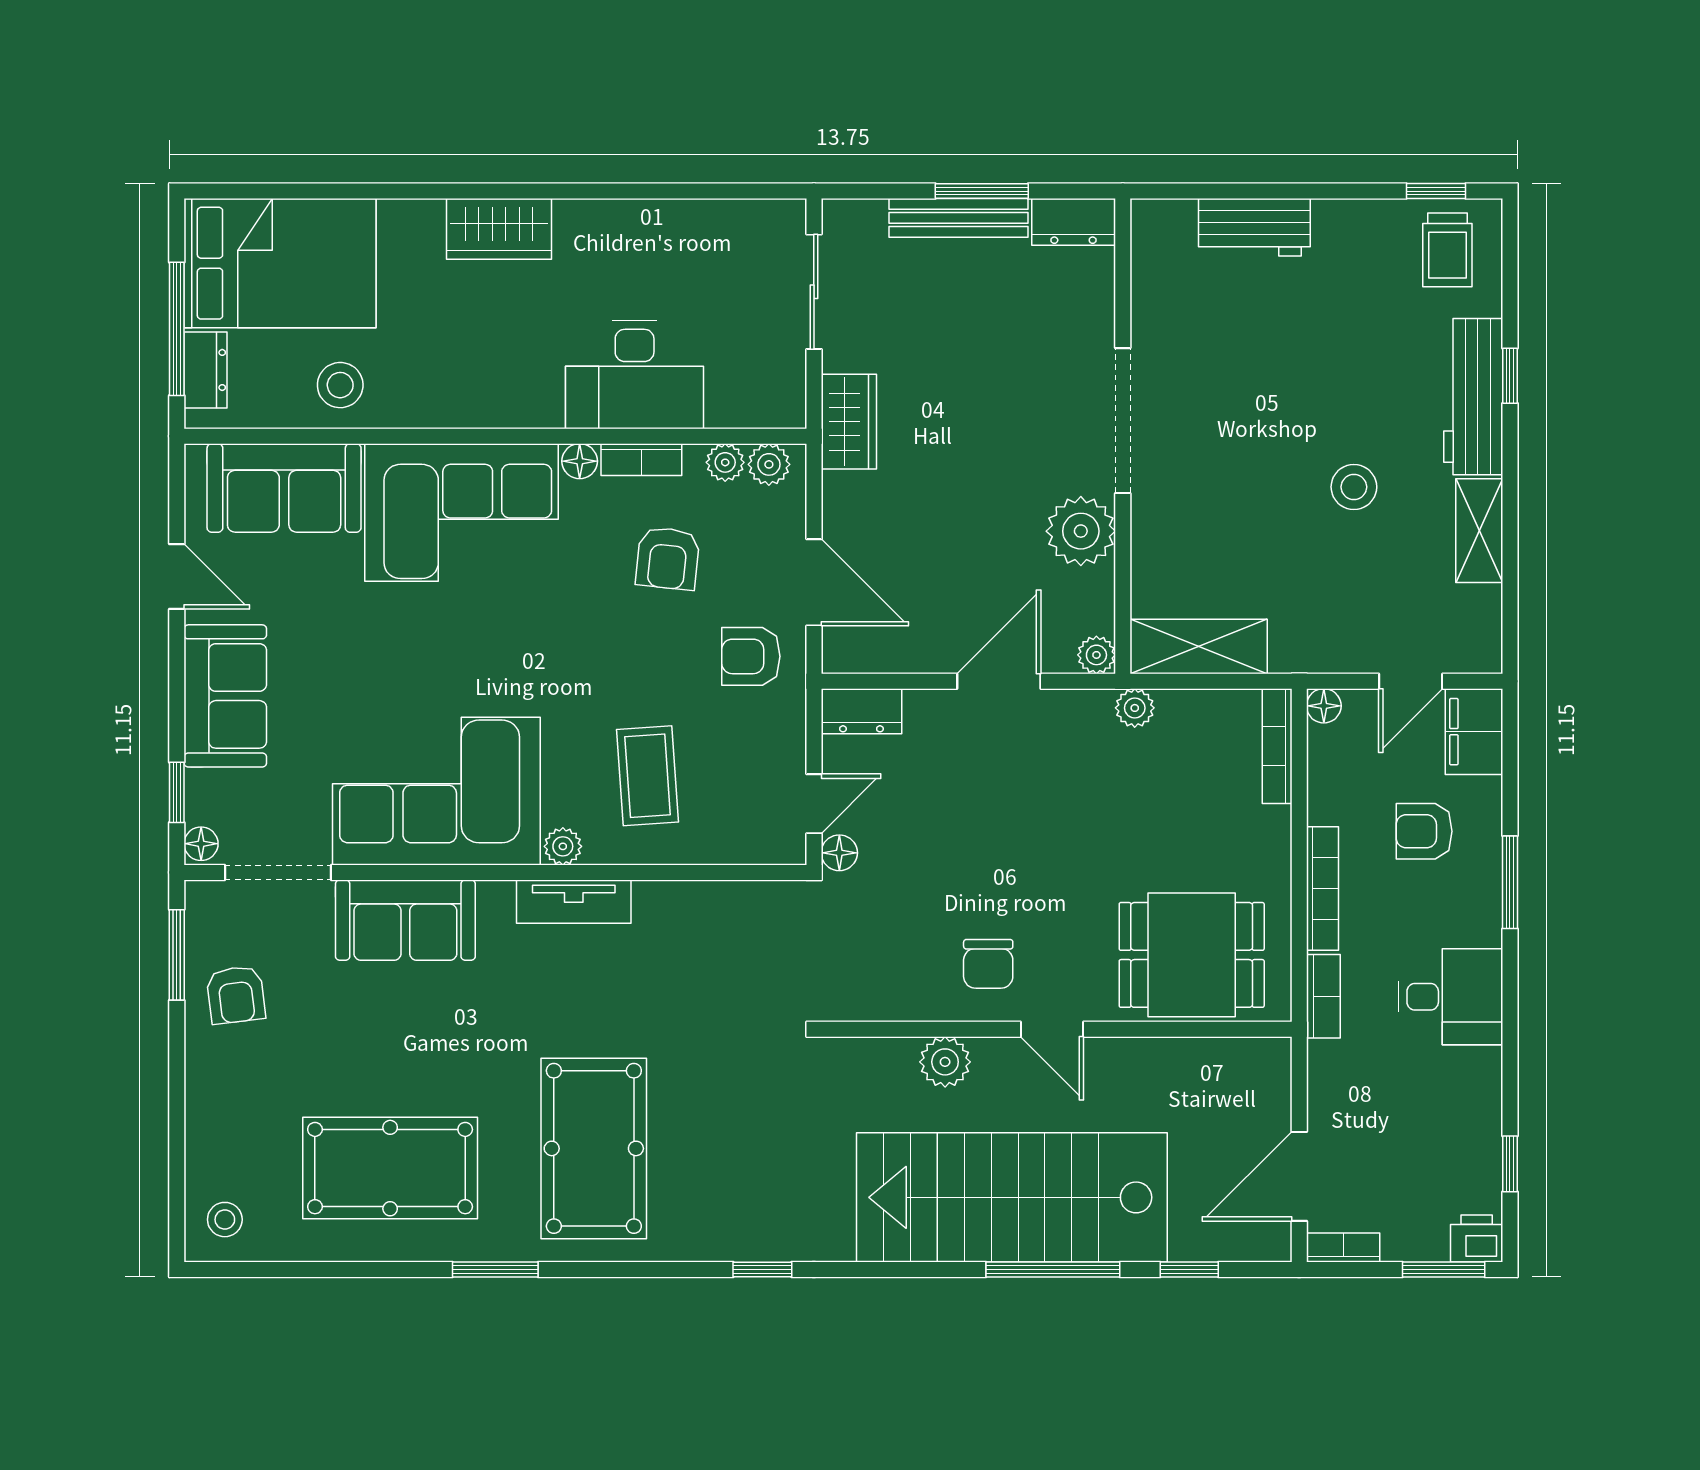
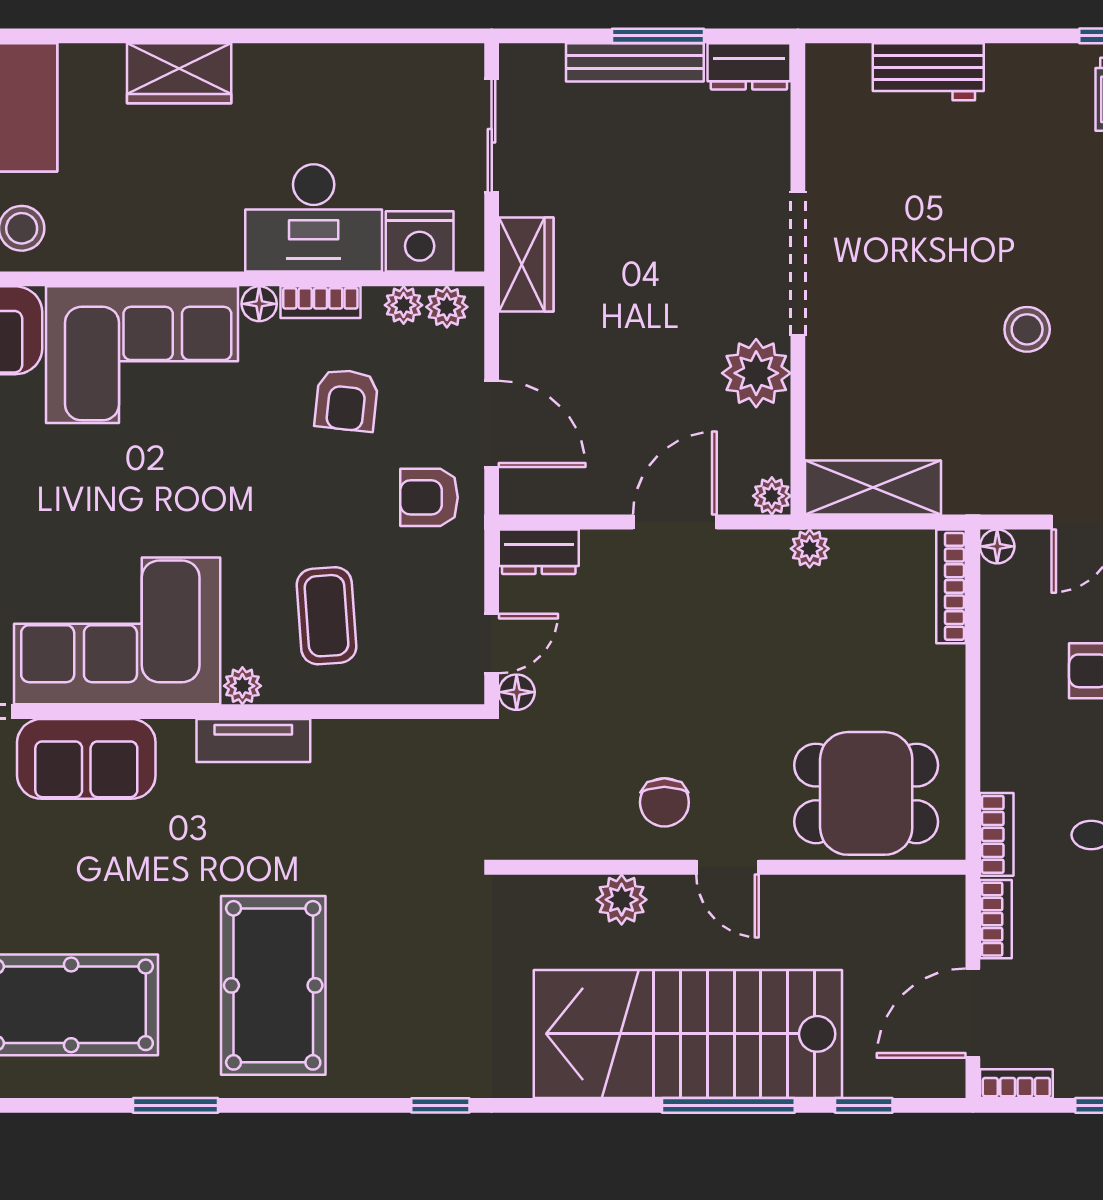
nightstand: (741, 398) -> (420, 241), added
bookcase: (1322, 889) -> (996, 919), moved, width x0.64

